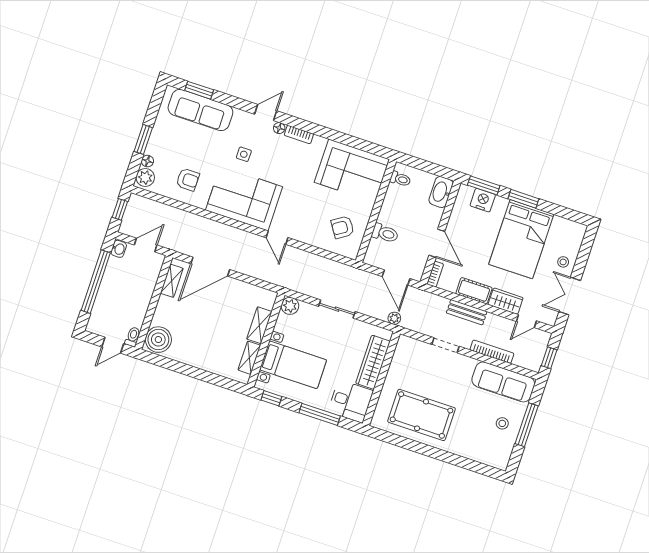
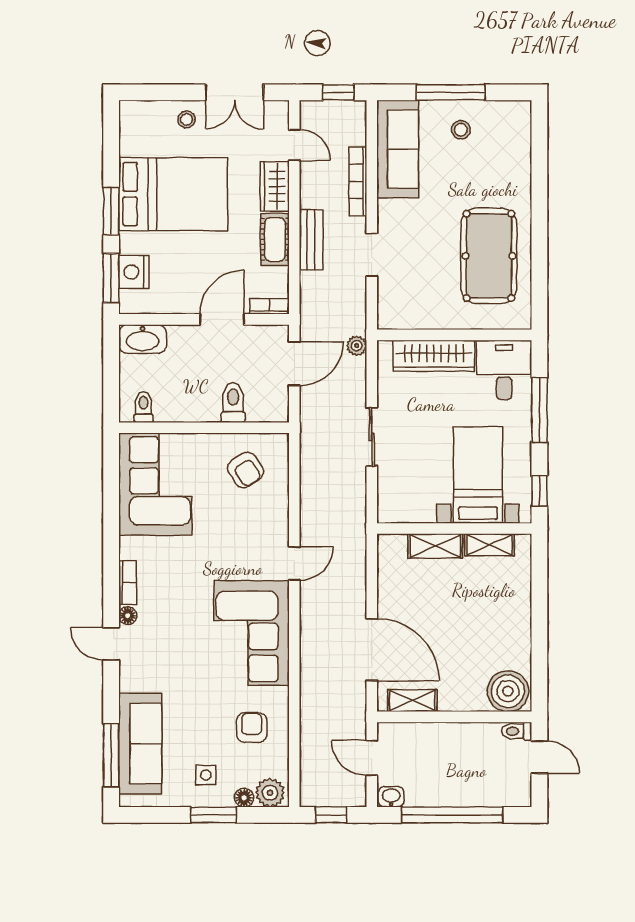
window: (199, 90) -> (111, 755), width x1.44
side table: (244, 154) -> (206, 775), moved
plant: (290, 306) -> (391, 510), removed

